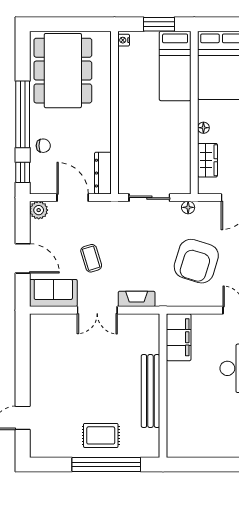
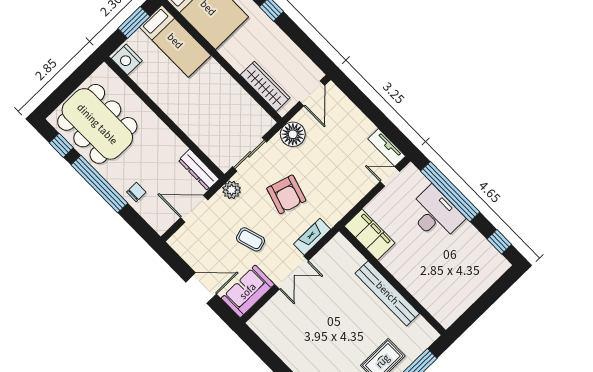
nightstand: (124, 40) -> (127, 60), width x1.89, depth x1.79
floor lamp: (203, 128) -> (239, 66), removed
wardrobe: (208, 160) -> (265, 86), width x1.50
window: (23, 172) -> (61, 145), moved
floor lamp: (188, 207) -> (293, 134), width x1.89, depth x1.89
plant: (39, 210) -> (232, 190), moved
armchair: (196, 261) -> (286, 194), moved, width x0.73, depth x0.73

